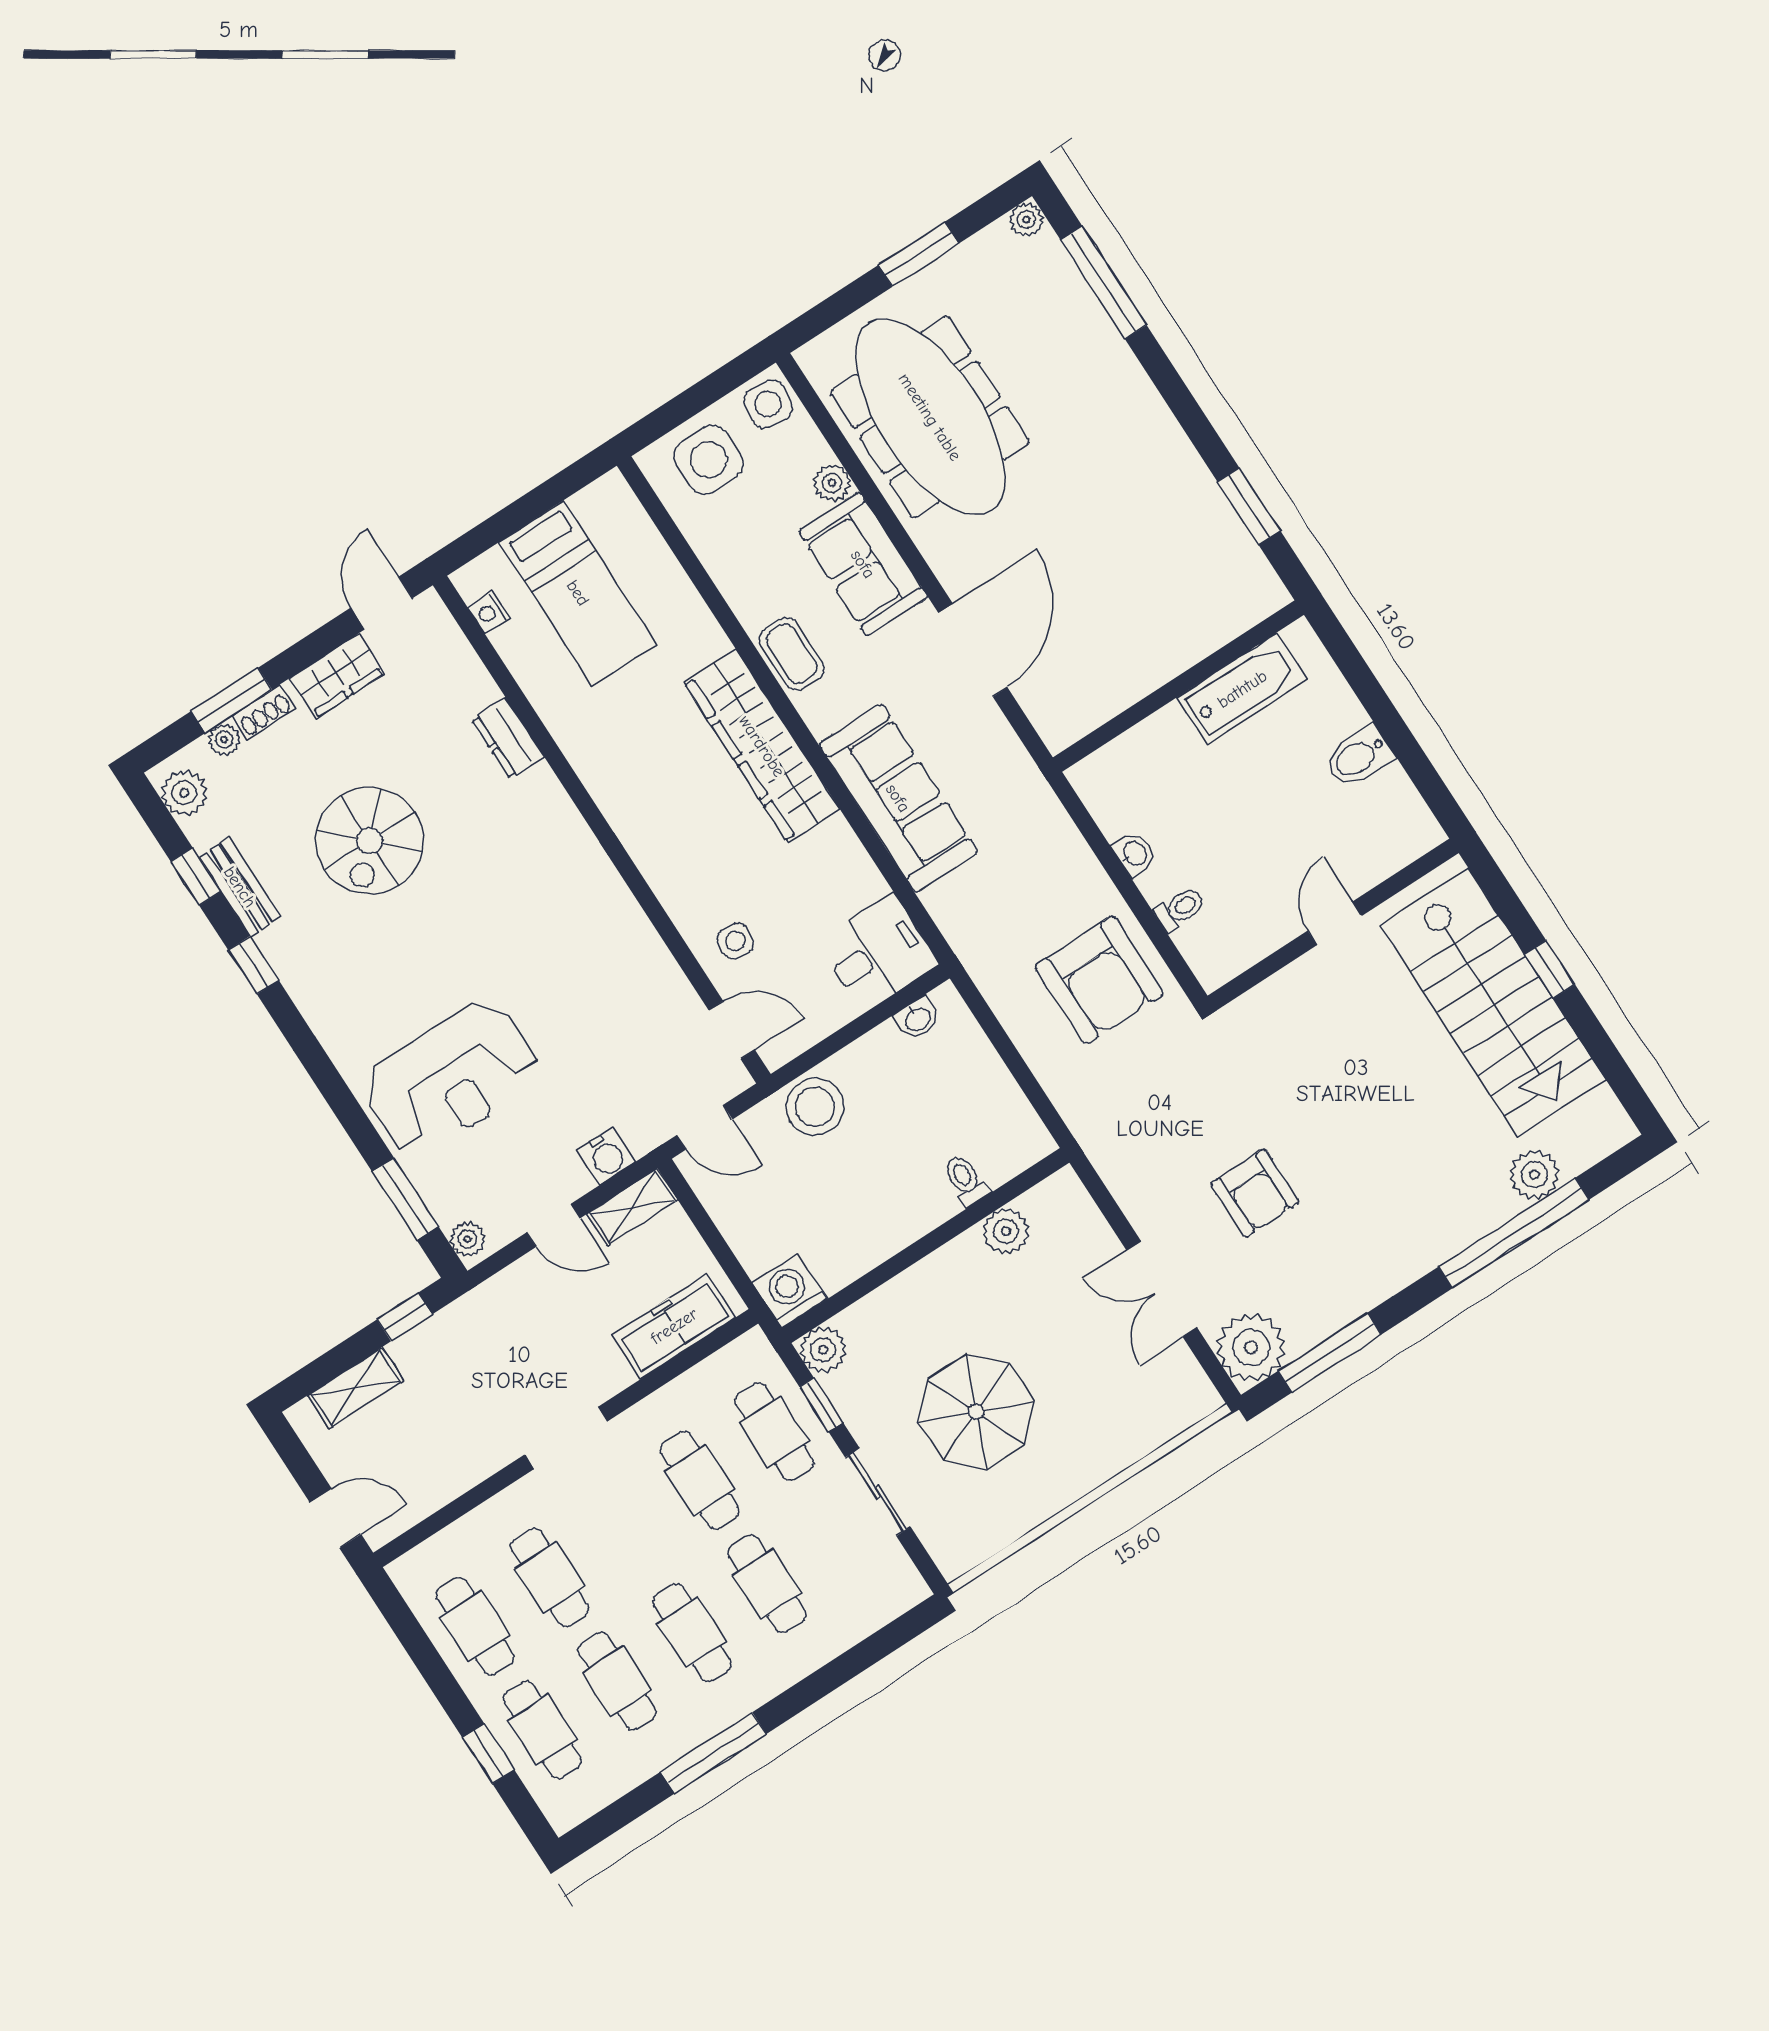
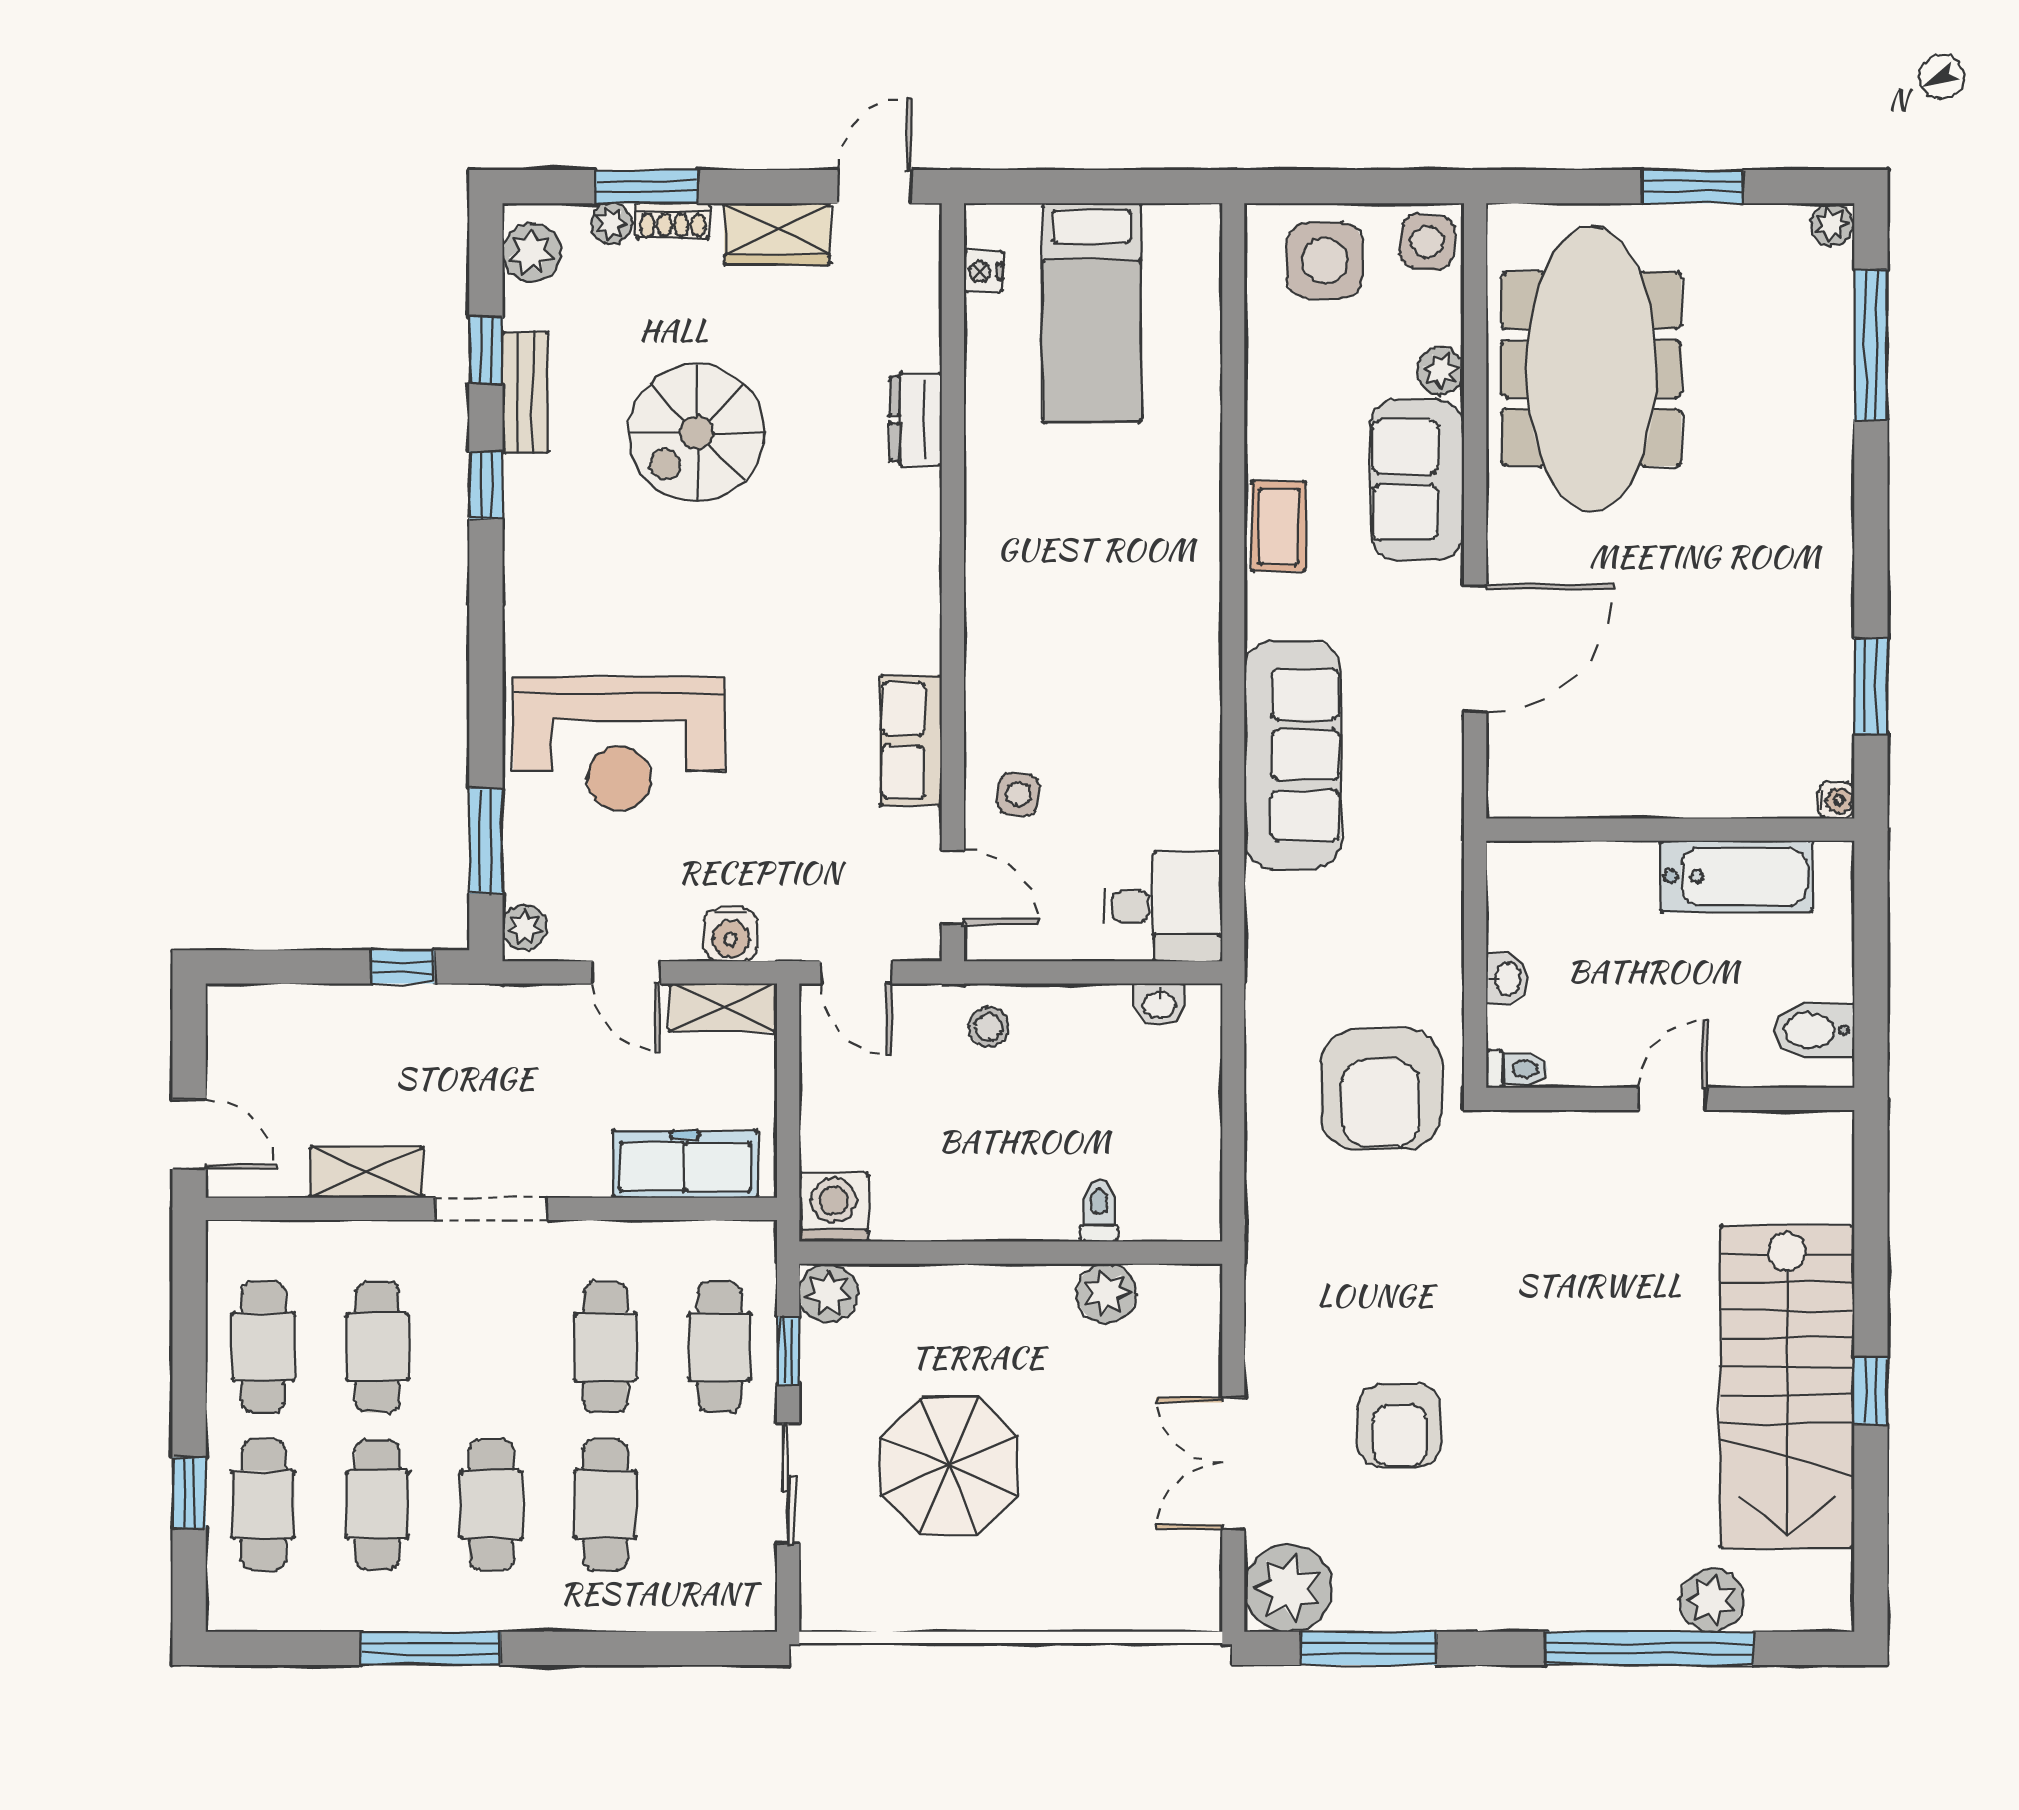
water cooler: (1275, 596) -> (1836, 800), added
wardrobe: (762, 746) -> (1183, 604), removed
door: (1335, 923) -> (1673, 1099), moved
wall: (1333, 924) -> (1670, 1099), moved
row of seats: (642, 951) -> (911, 740), added
stool: (815, 1107) -> (989, 1027), width x0.53, depth x0.53
shelving: (355, 1388) -> (366, 1172), moved

